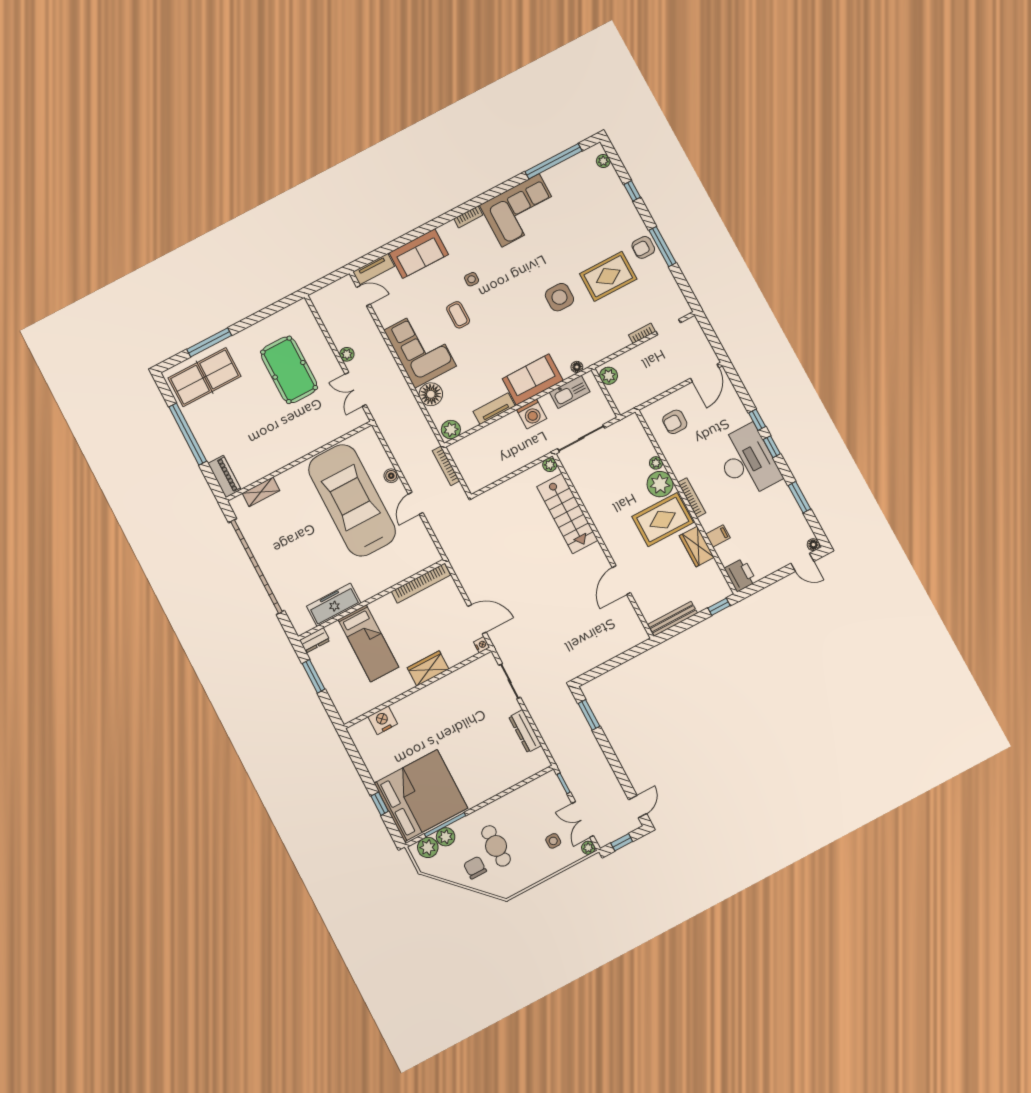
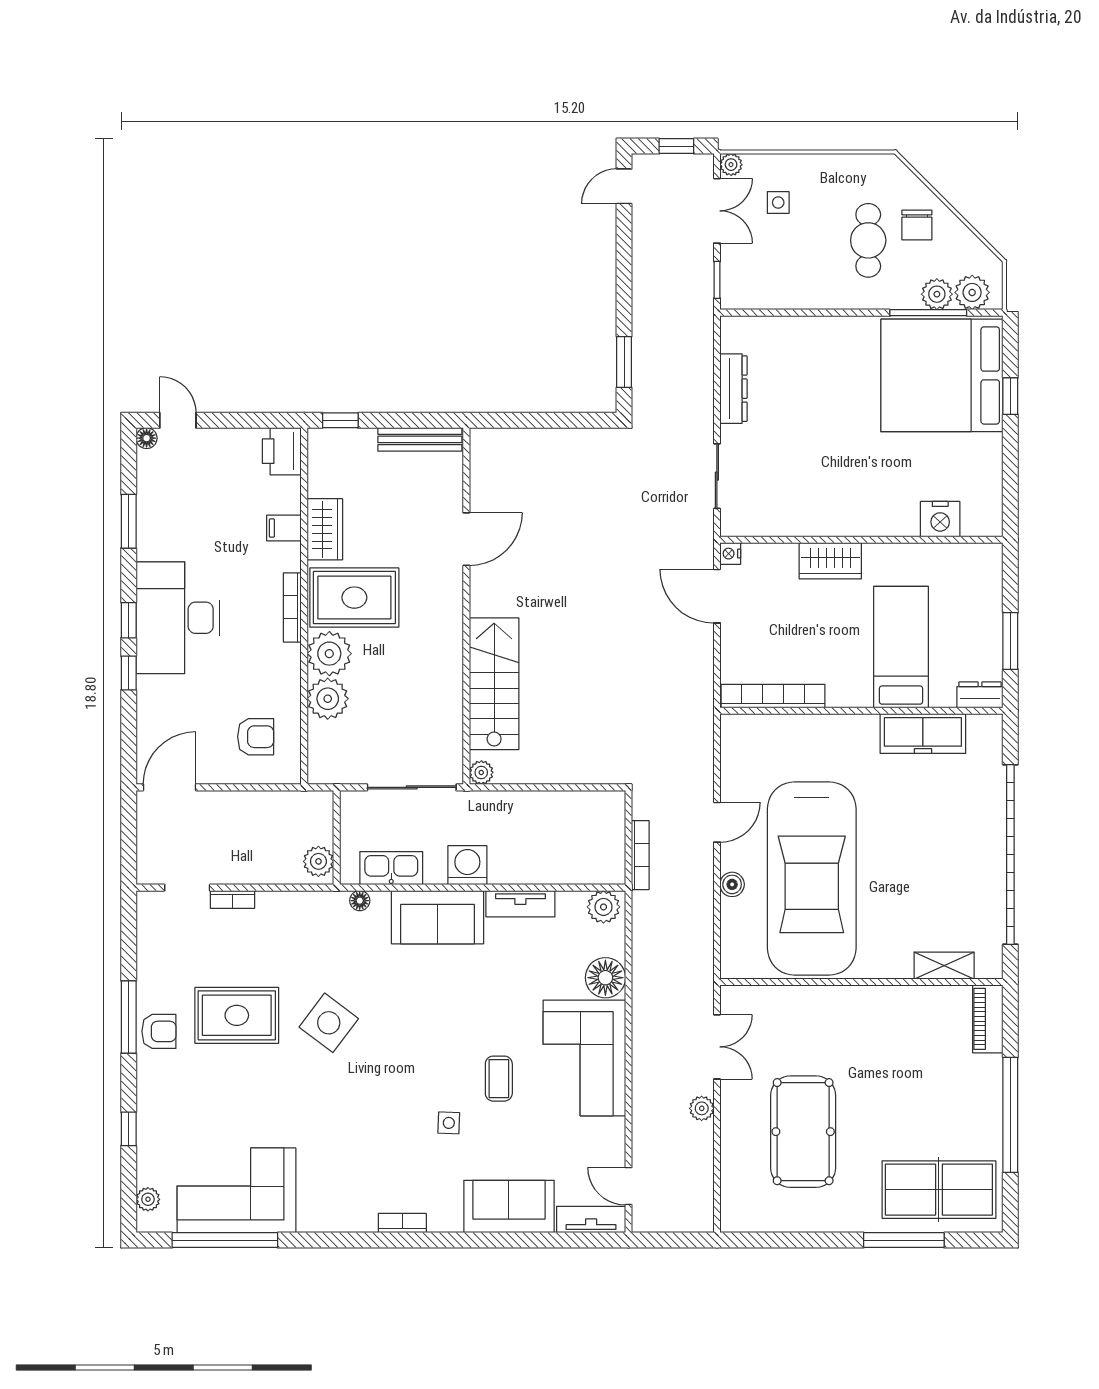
corner sofa: (520, 210) -> (236, 1190), moved
side table: (559, 297) -> (329, 1023), turned 37
plant: (656, 463) -> (328, 699), width x1.88, depth x1.88

